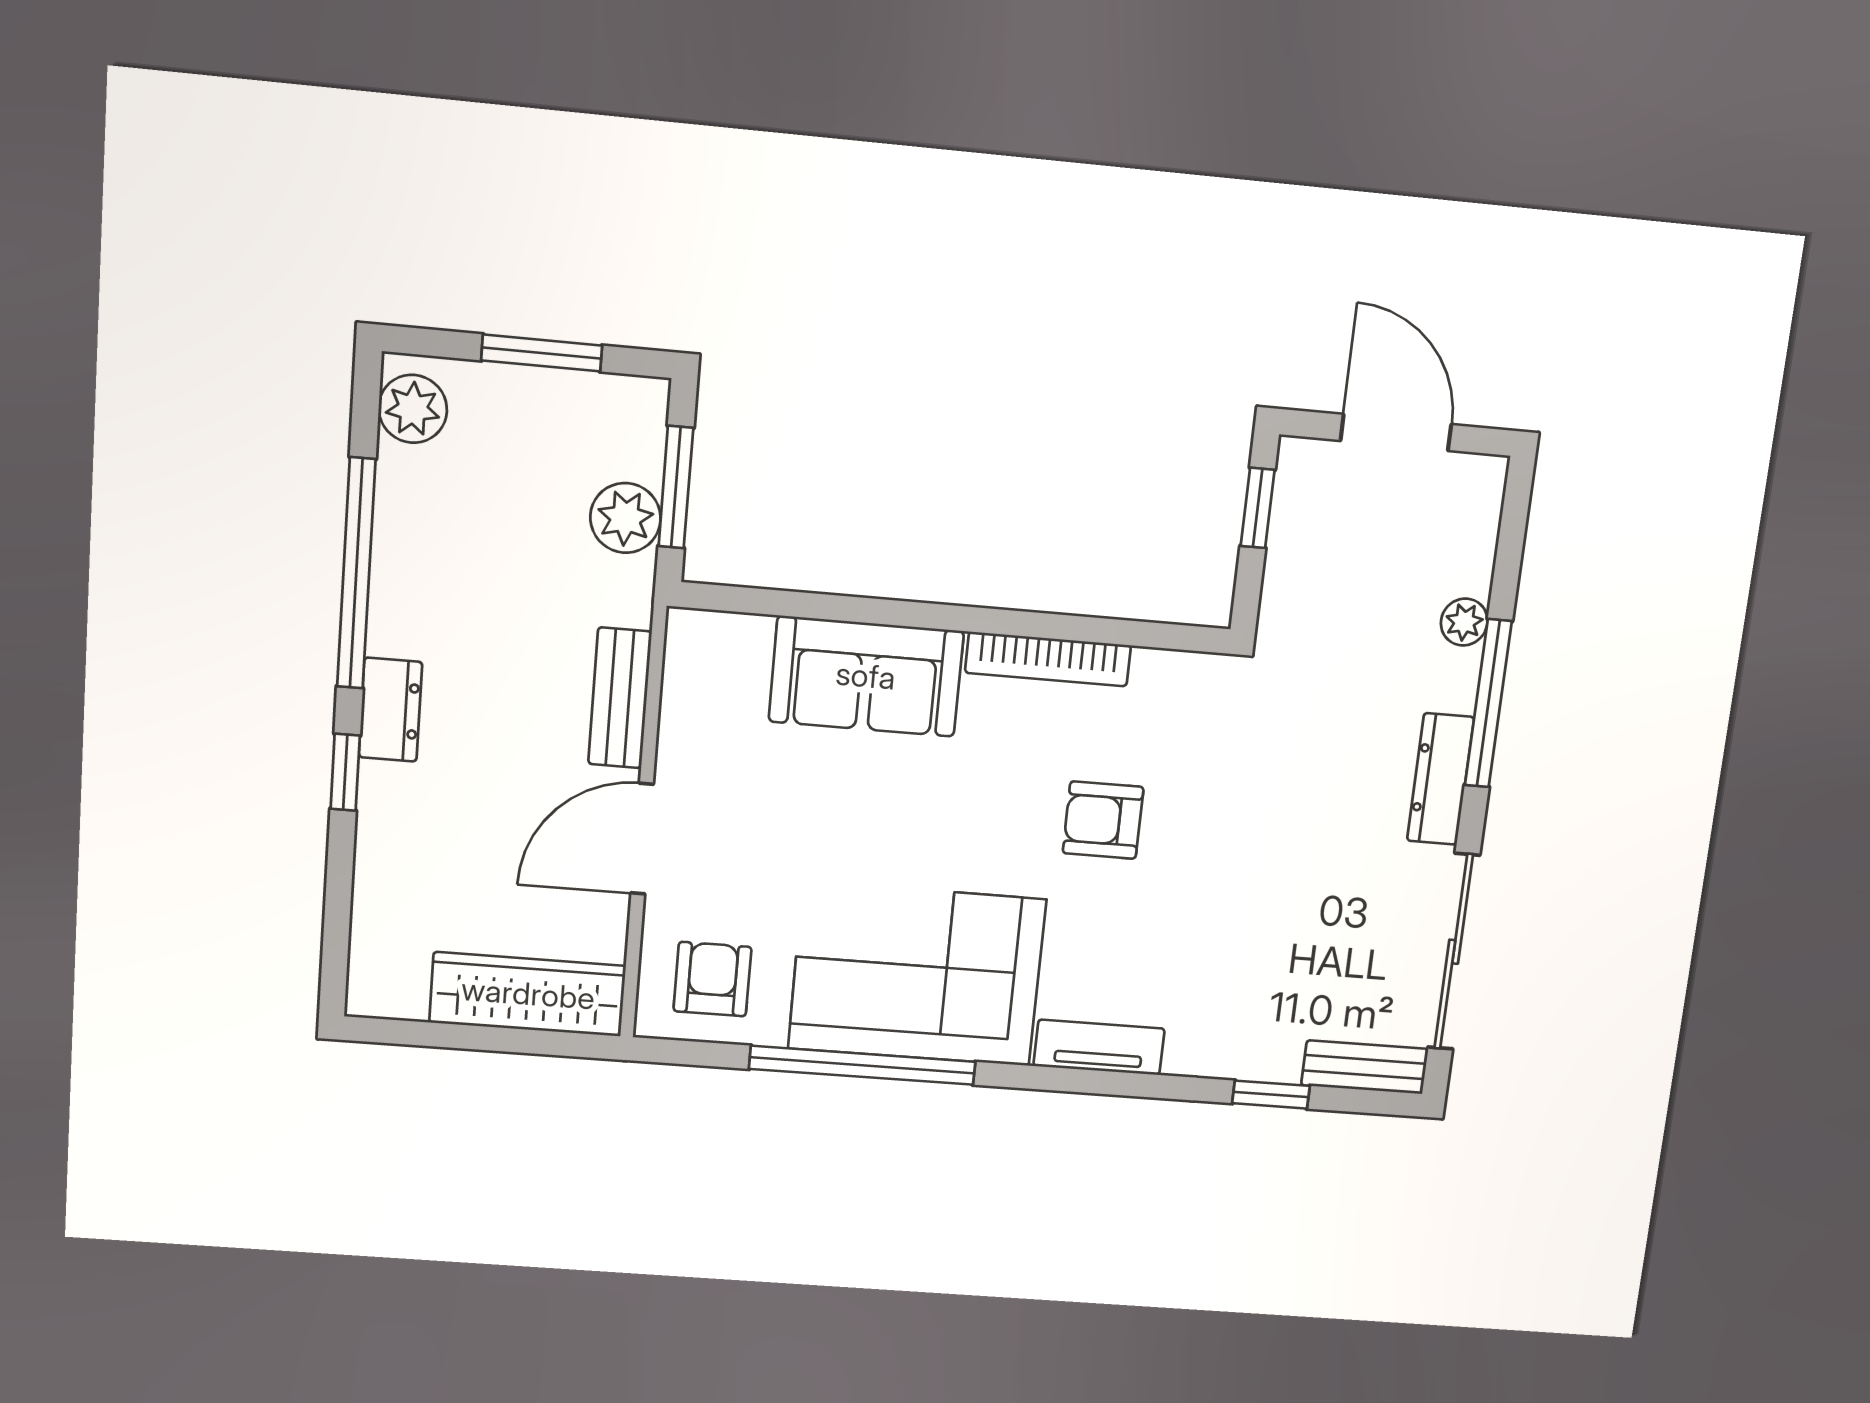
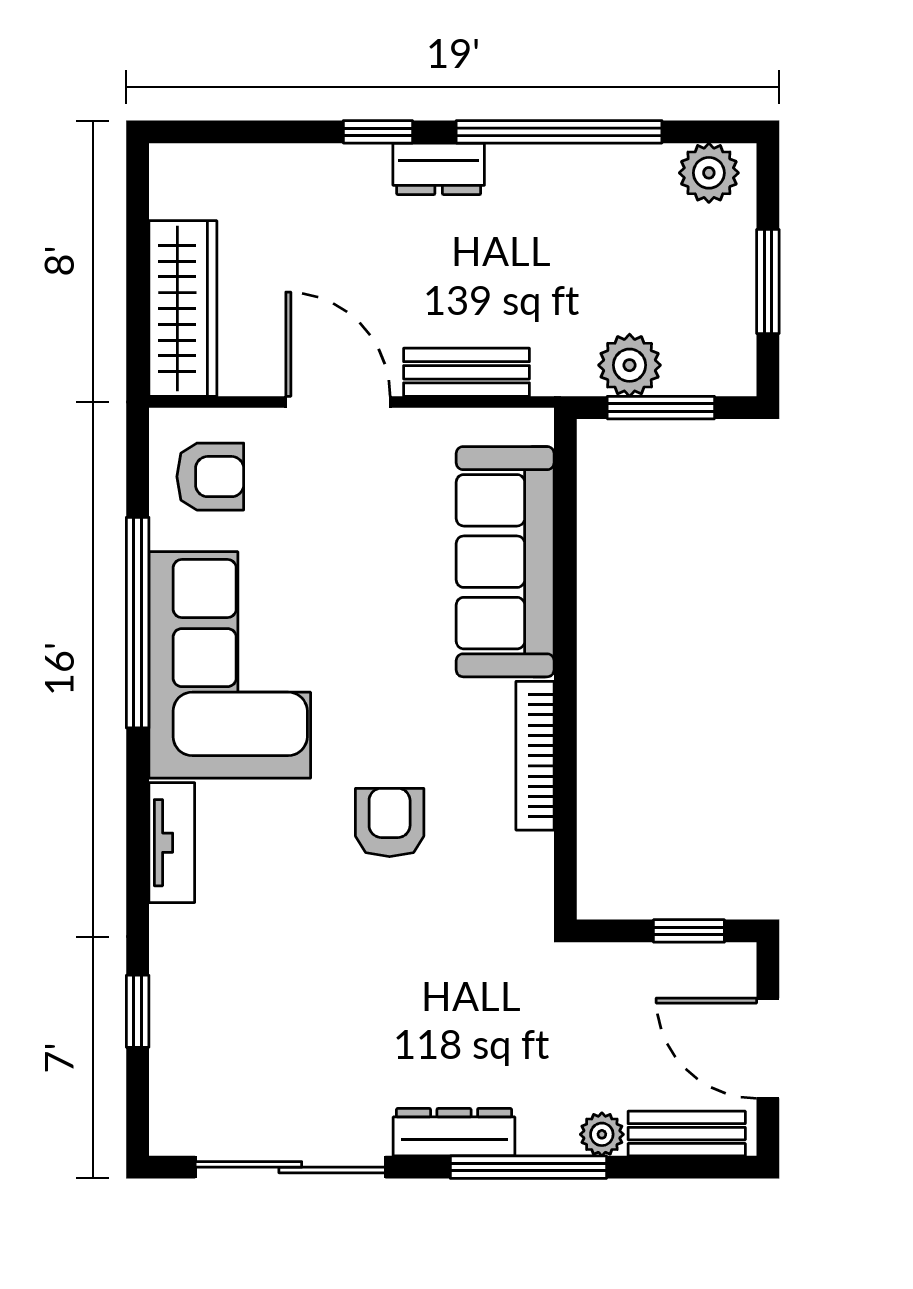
door: (1396, 432) -> (768, 1048), swing flipped
sofa: (866, 676) -> (505, 562), width x1.36
bench: (1365, 1067) -> (687, 1134), moved, turned 90

